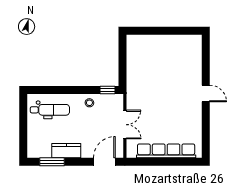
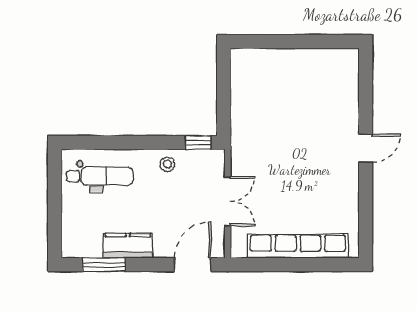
door: (206, 93) -> (366, 148), hinge flipped

